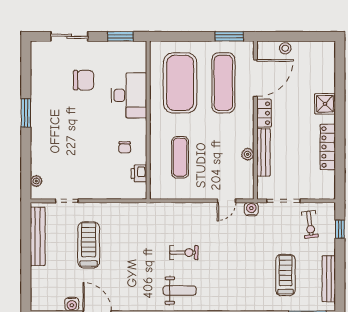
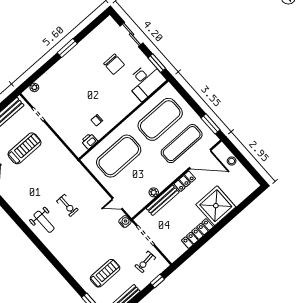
desk: (129, 95) -> (146, 81), moved
shower: (325, 104) -> (216, 206), width x1.86, depth x1.86
exercise mat: (180, 157) -> (119, 156), width x2.00, depth x1.45

